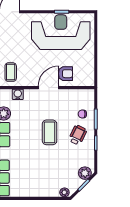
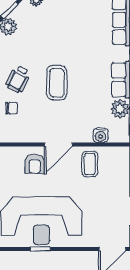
coffee table: (11, 72) -> (90, 164), moved
armchair: (66, 74) -> (35, 164), turned -90

